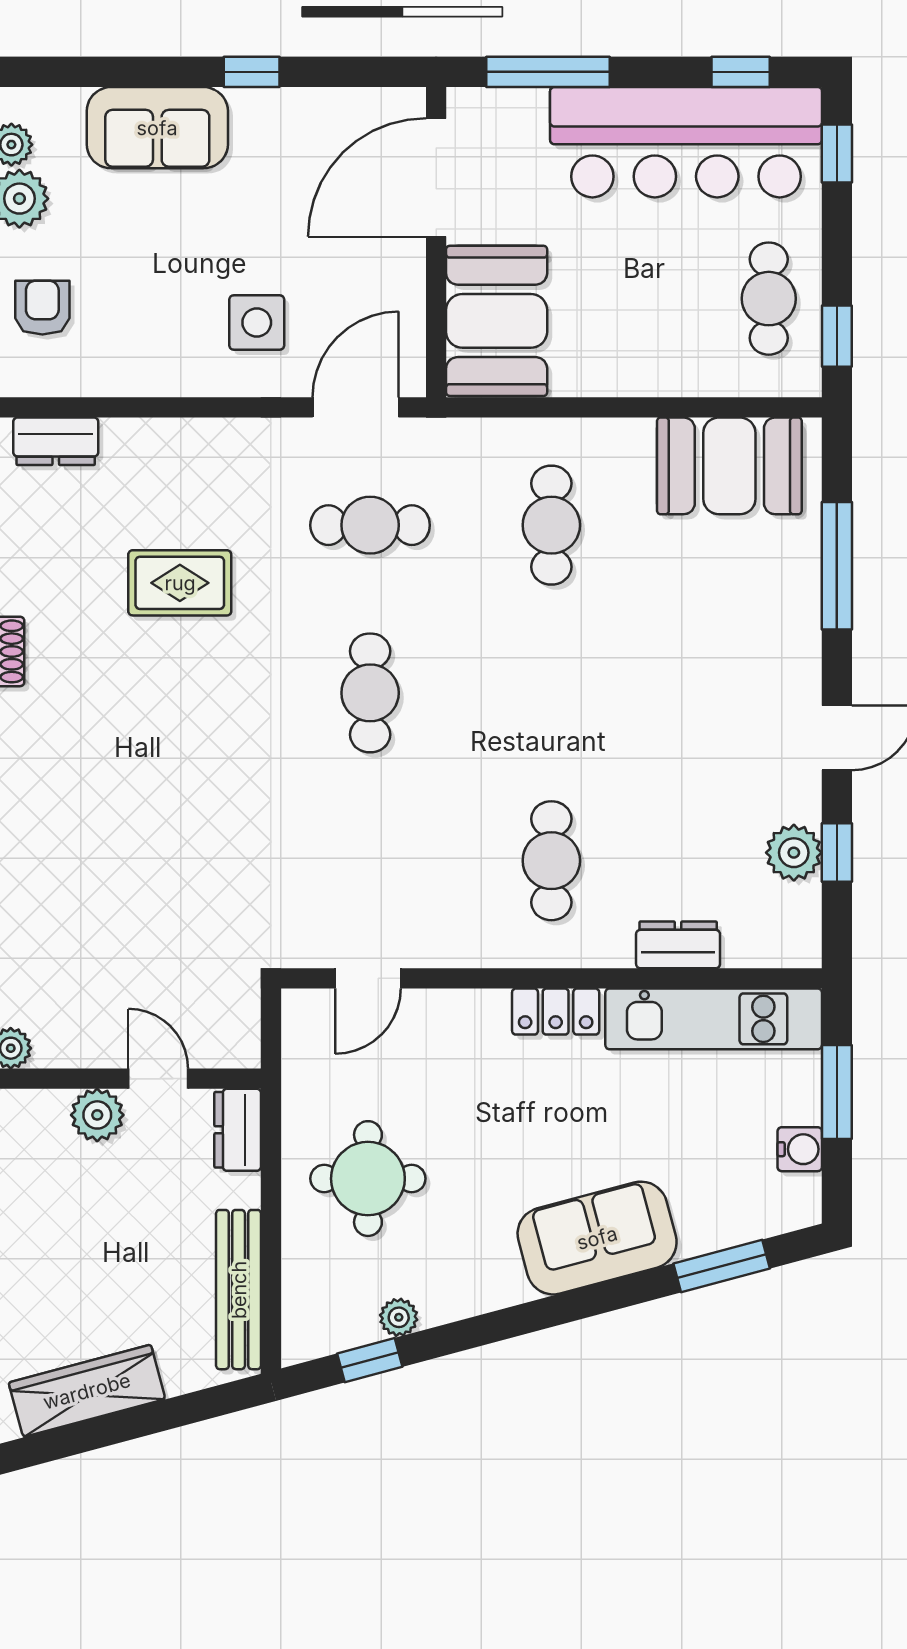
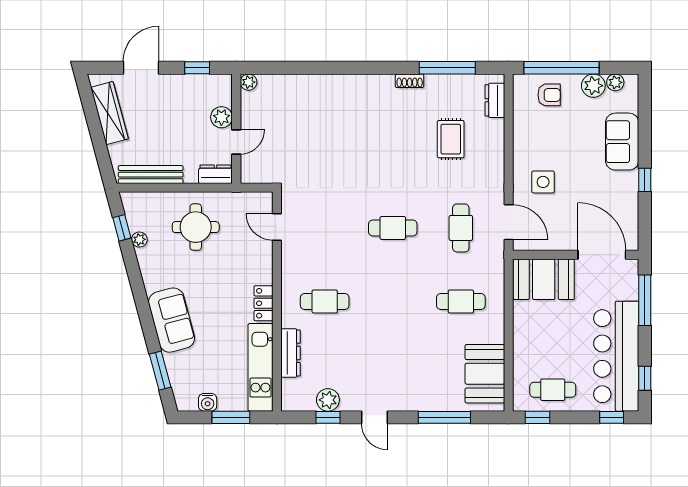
rug: (180, 583) -> (451, 139), moved
dresser: (678, 945) -> (291, 353), width x1.44

